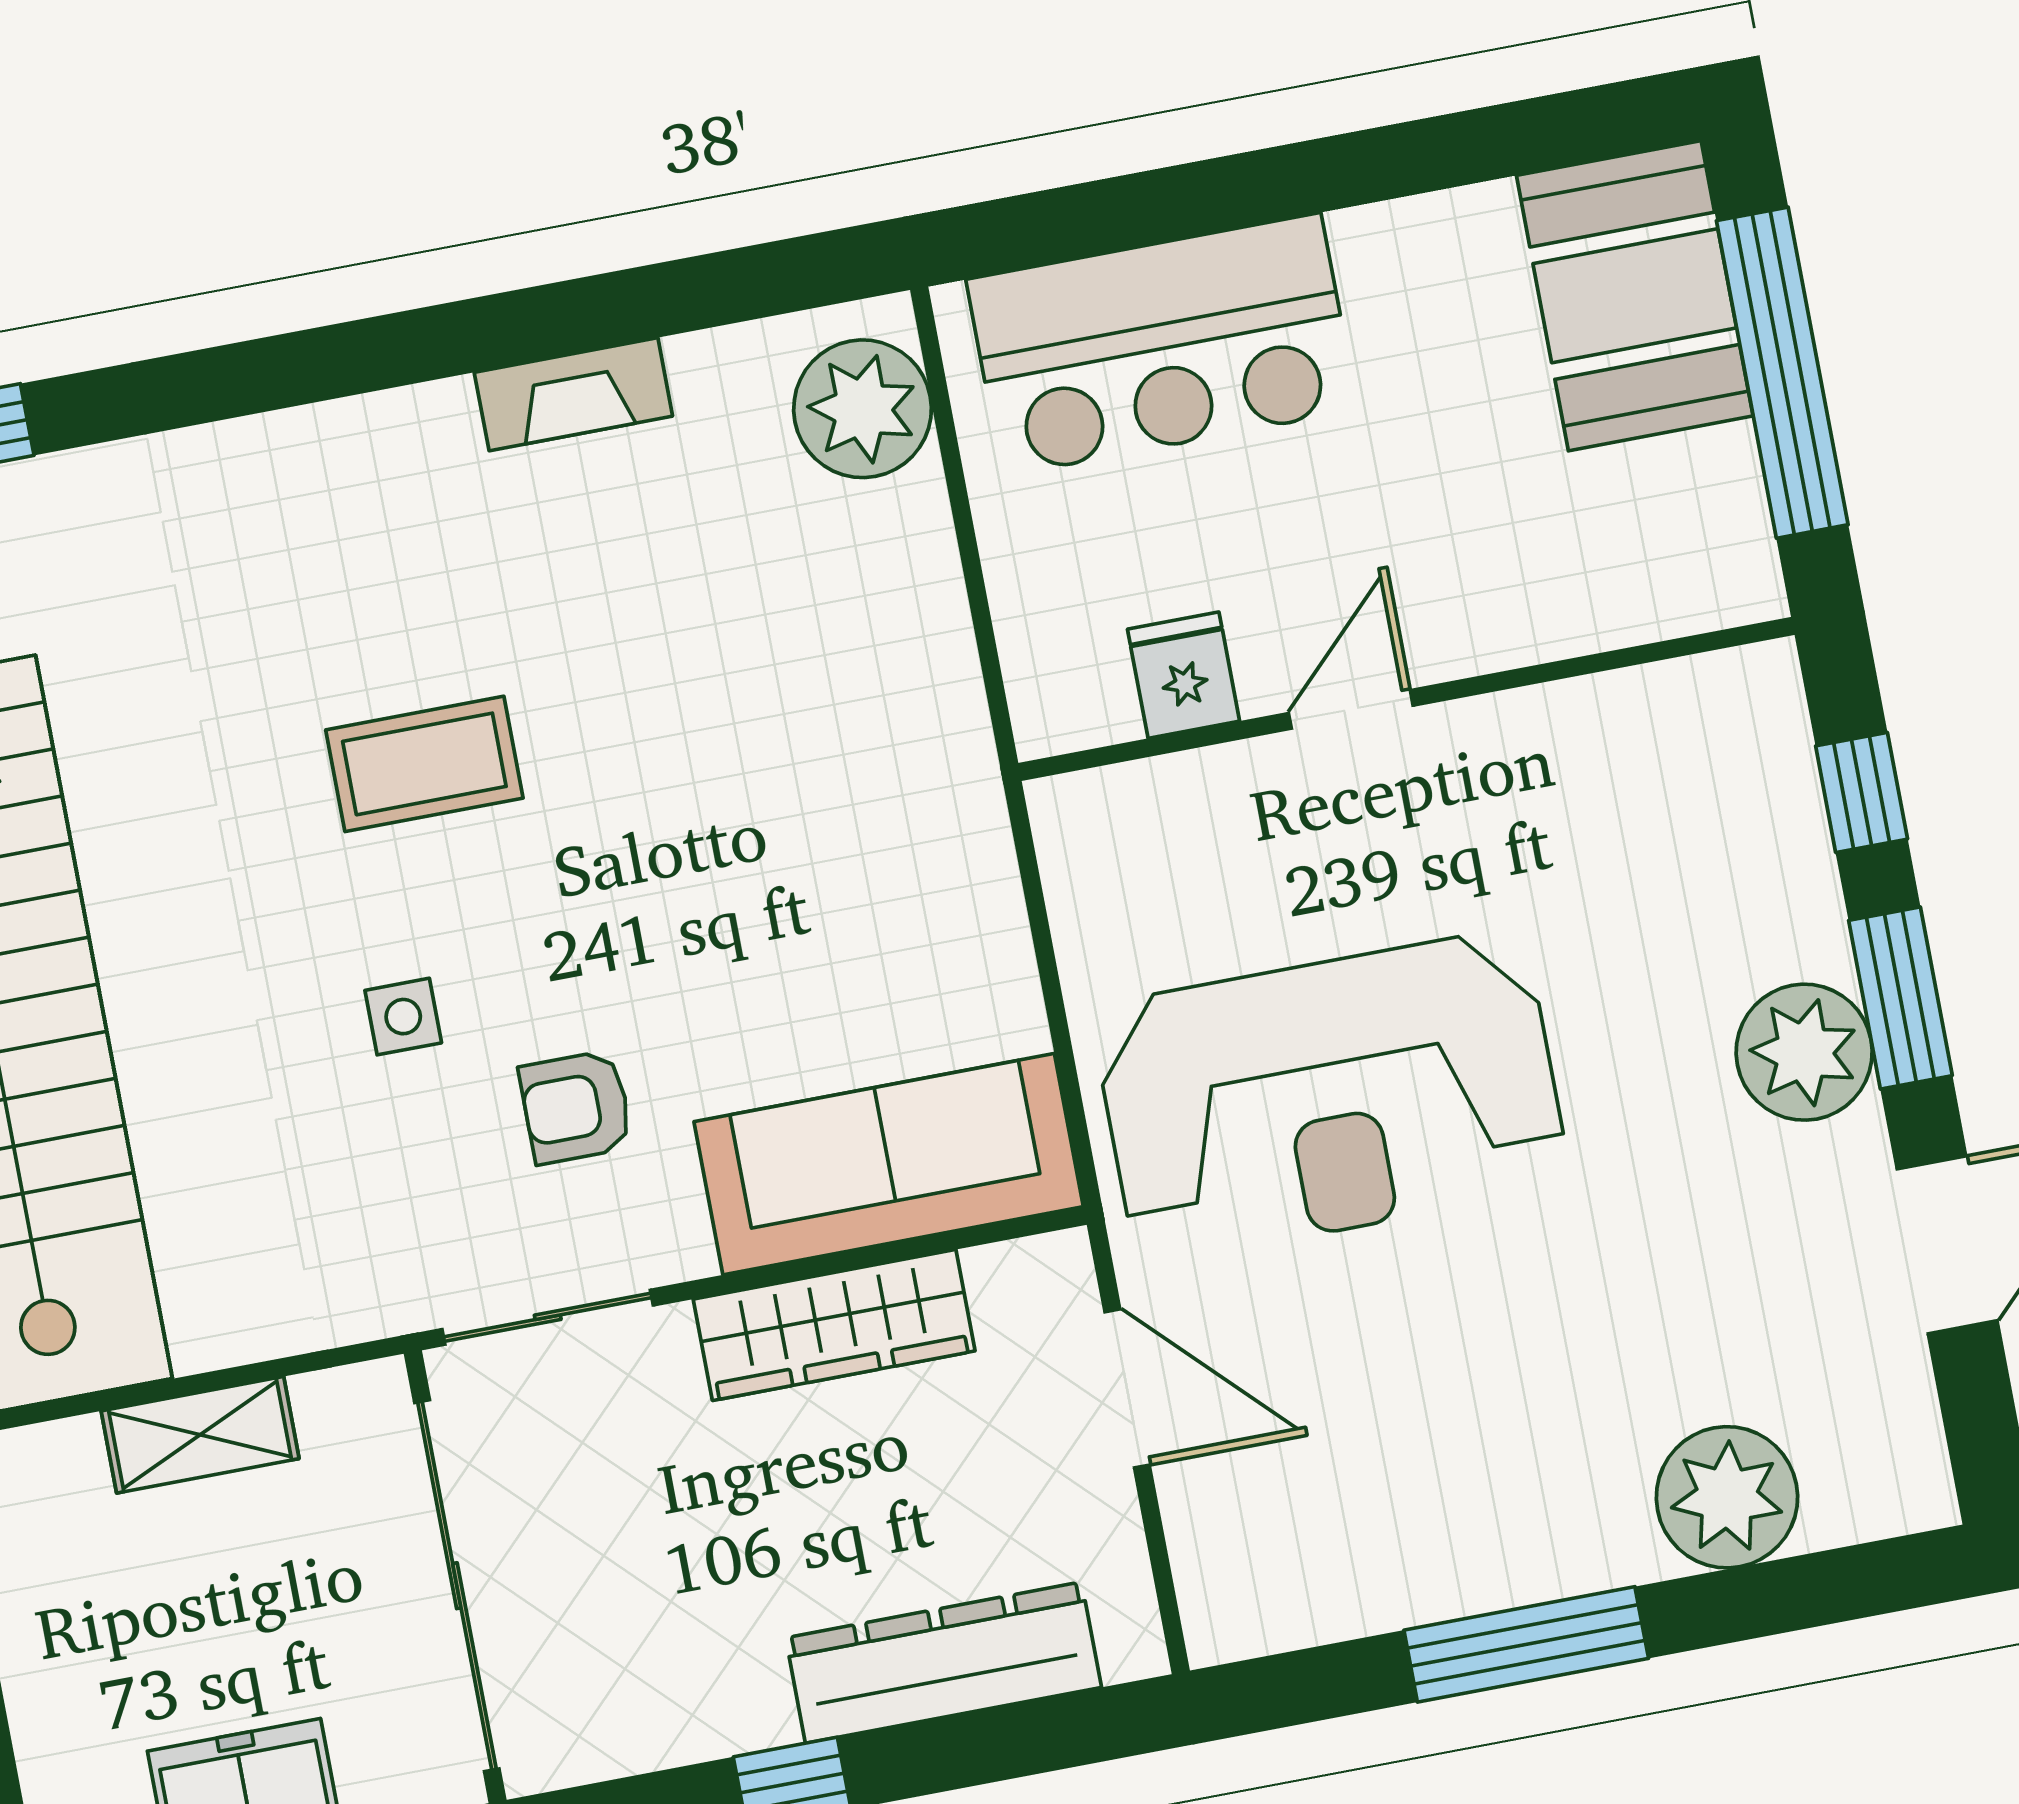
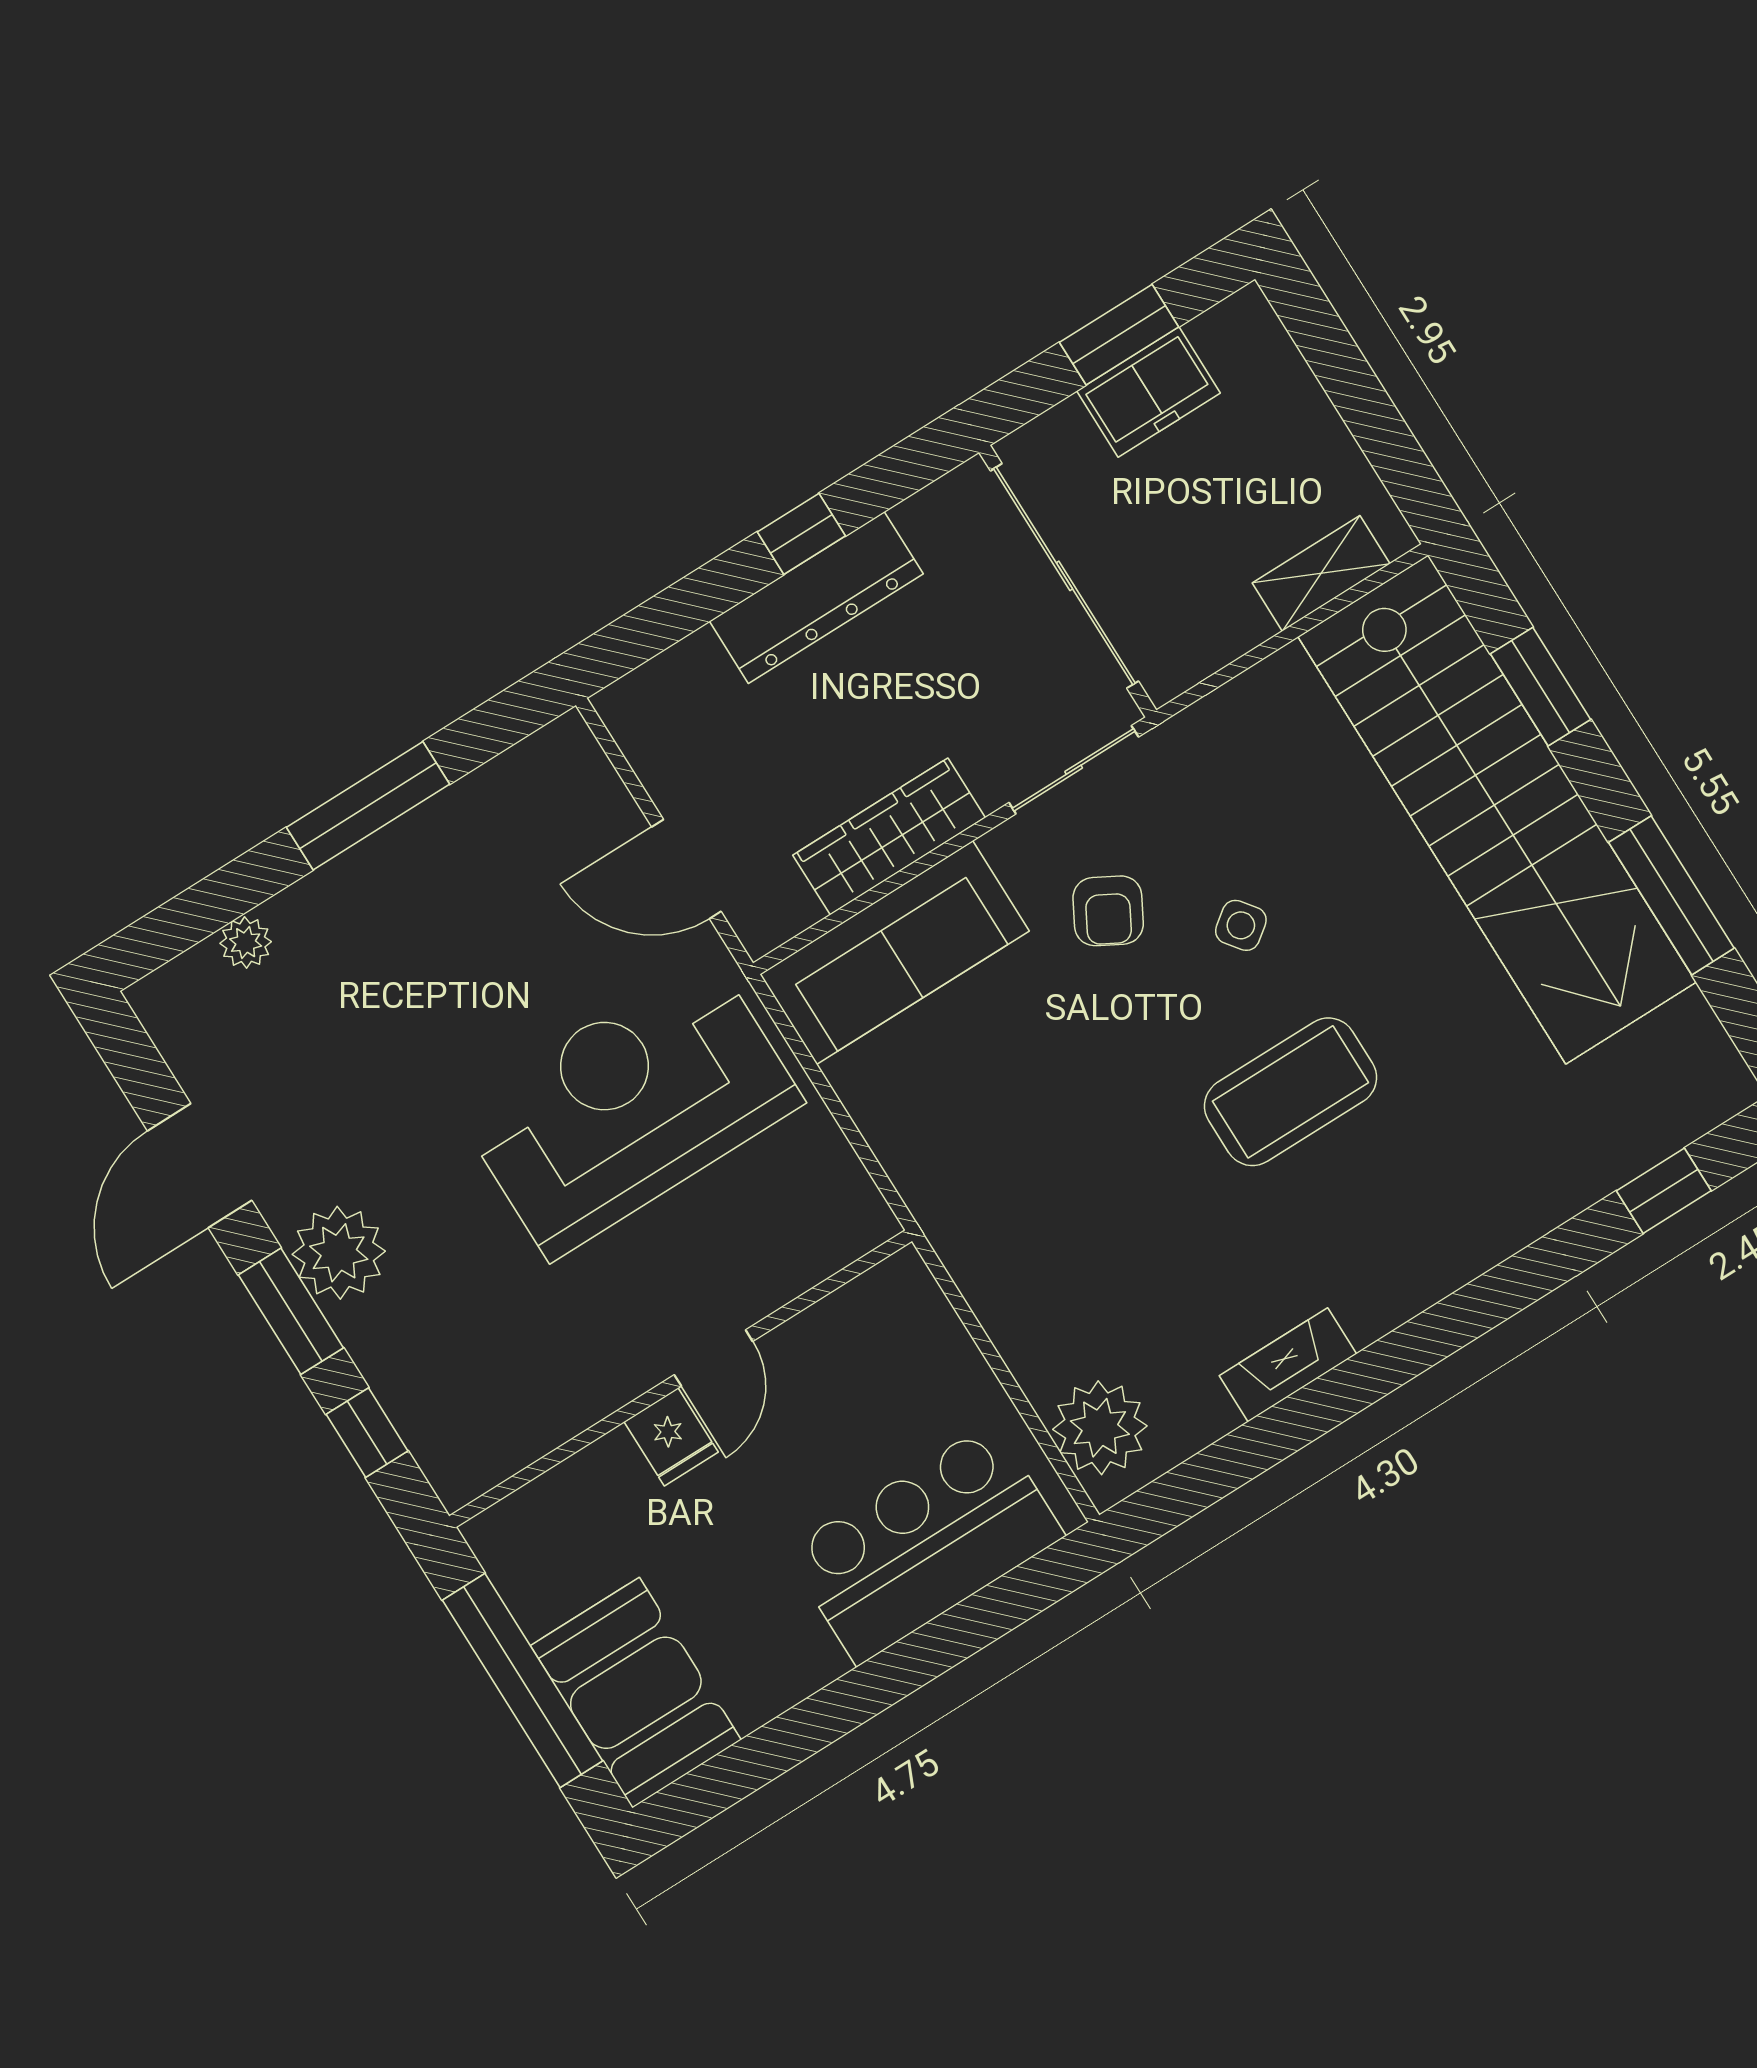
fridge: (1183, 675) -> (671, 1437), moved
coffee table: (424, 764) -> (1290, 1092), width x1.36, depth x1.32
side table: (403, 1017) -> (1241, 925), turned -37
armchair: (576, 1107) -> (1108, 911), turned 119
shelving: (200, 1435) -> (1321, 573), moved
plant: (1727, 1497) -> (246, 943), width x0.53, depth x0.53
dresser: (944, 1662) -> (816, 598), moved

